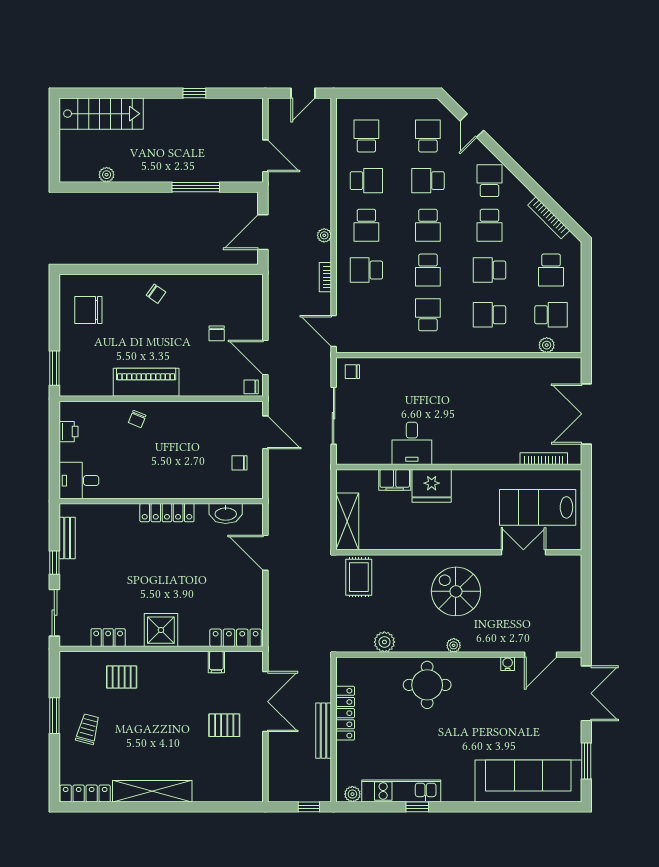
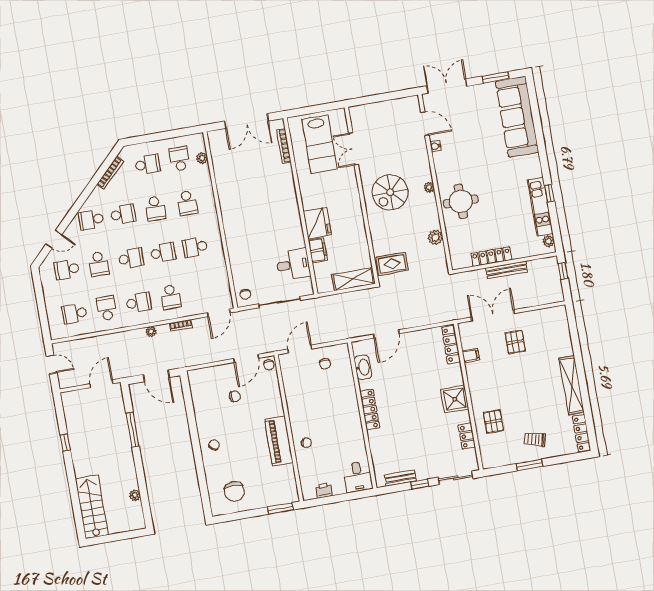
desk: (412, 443) -> (293, 264), moved

